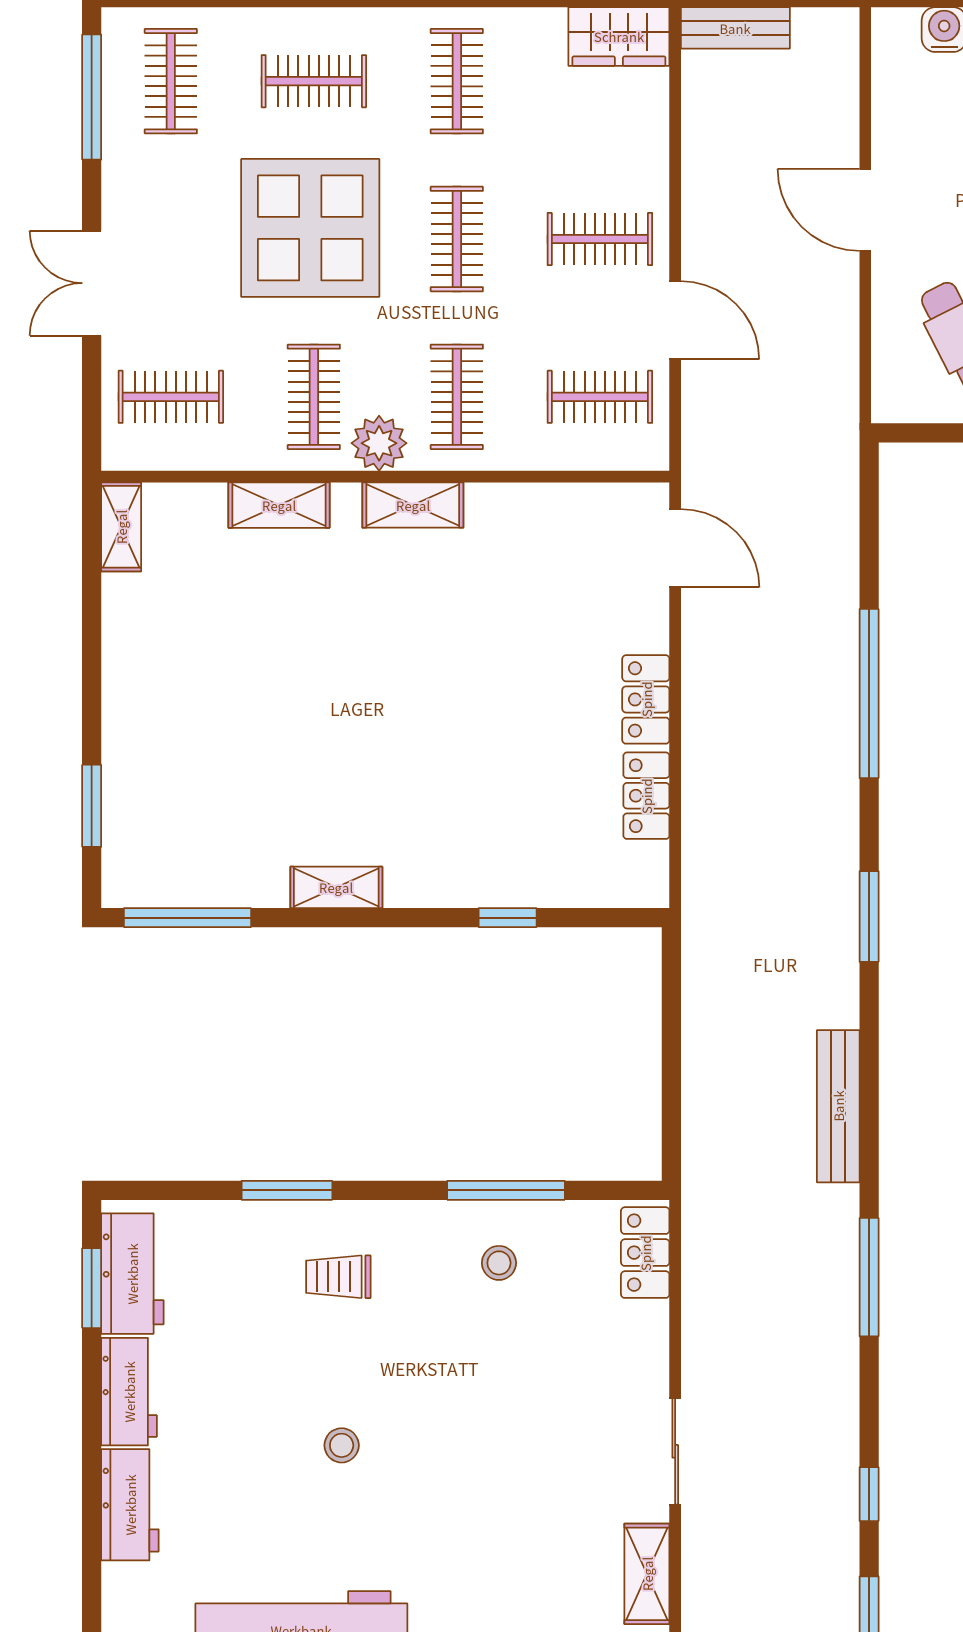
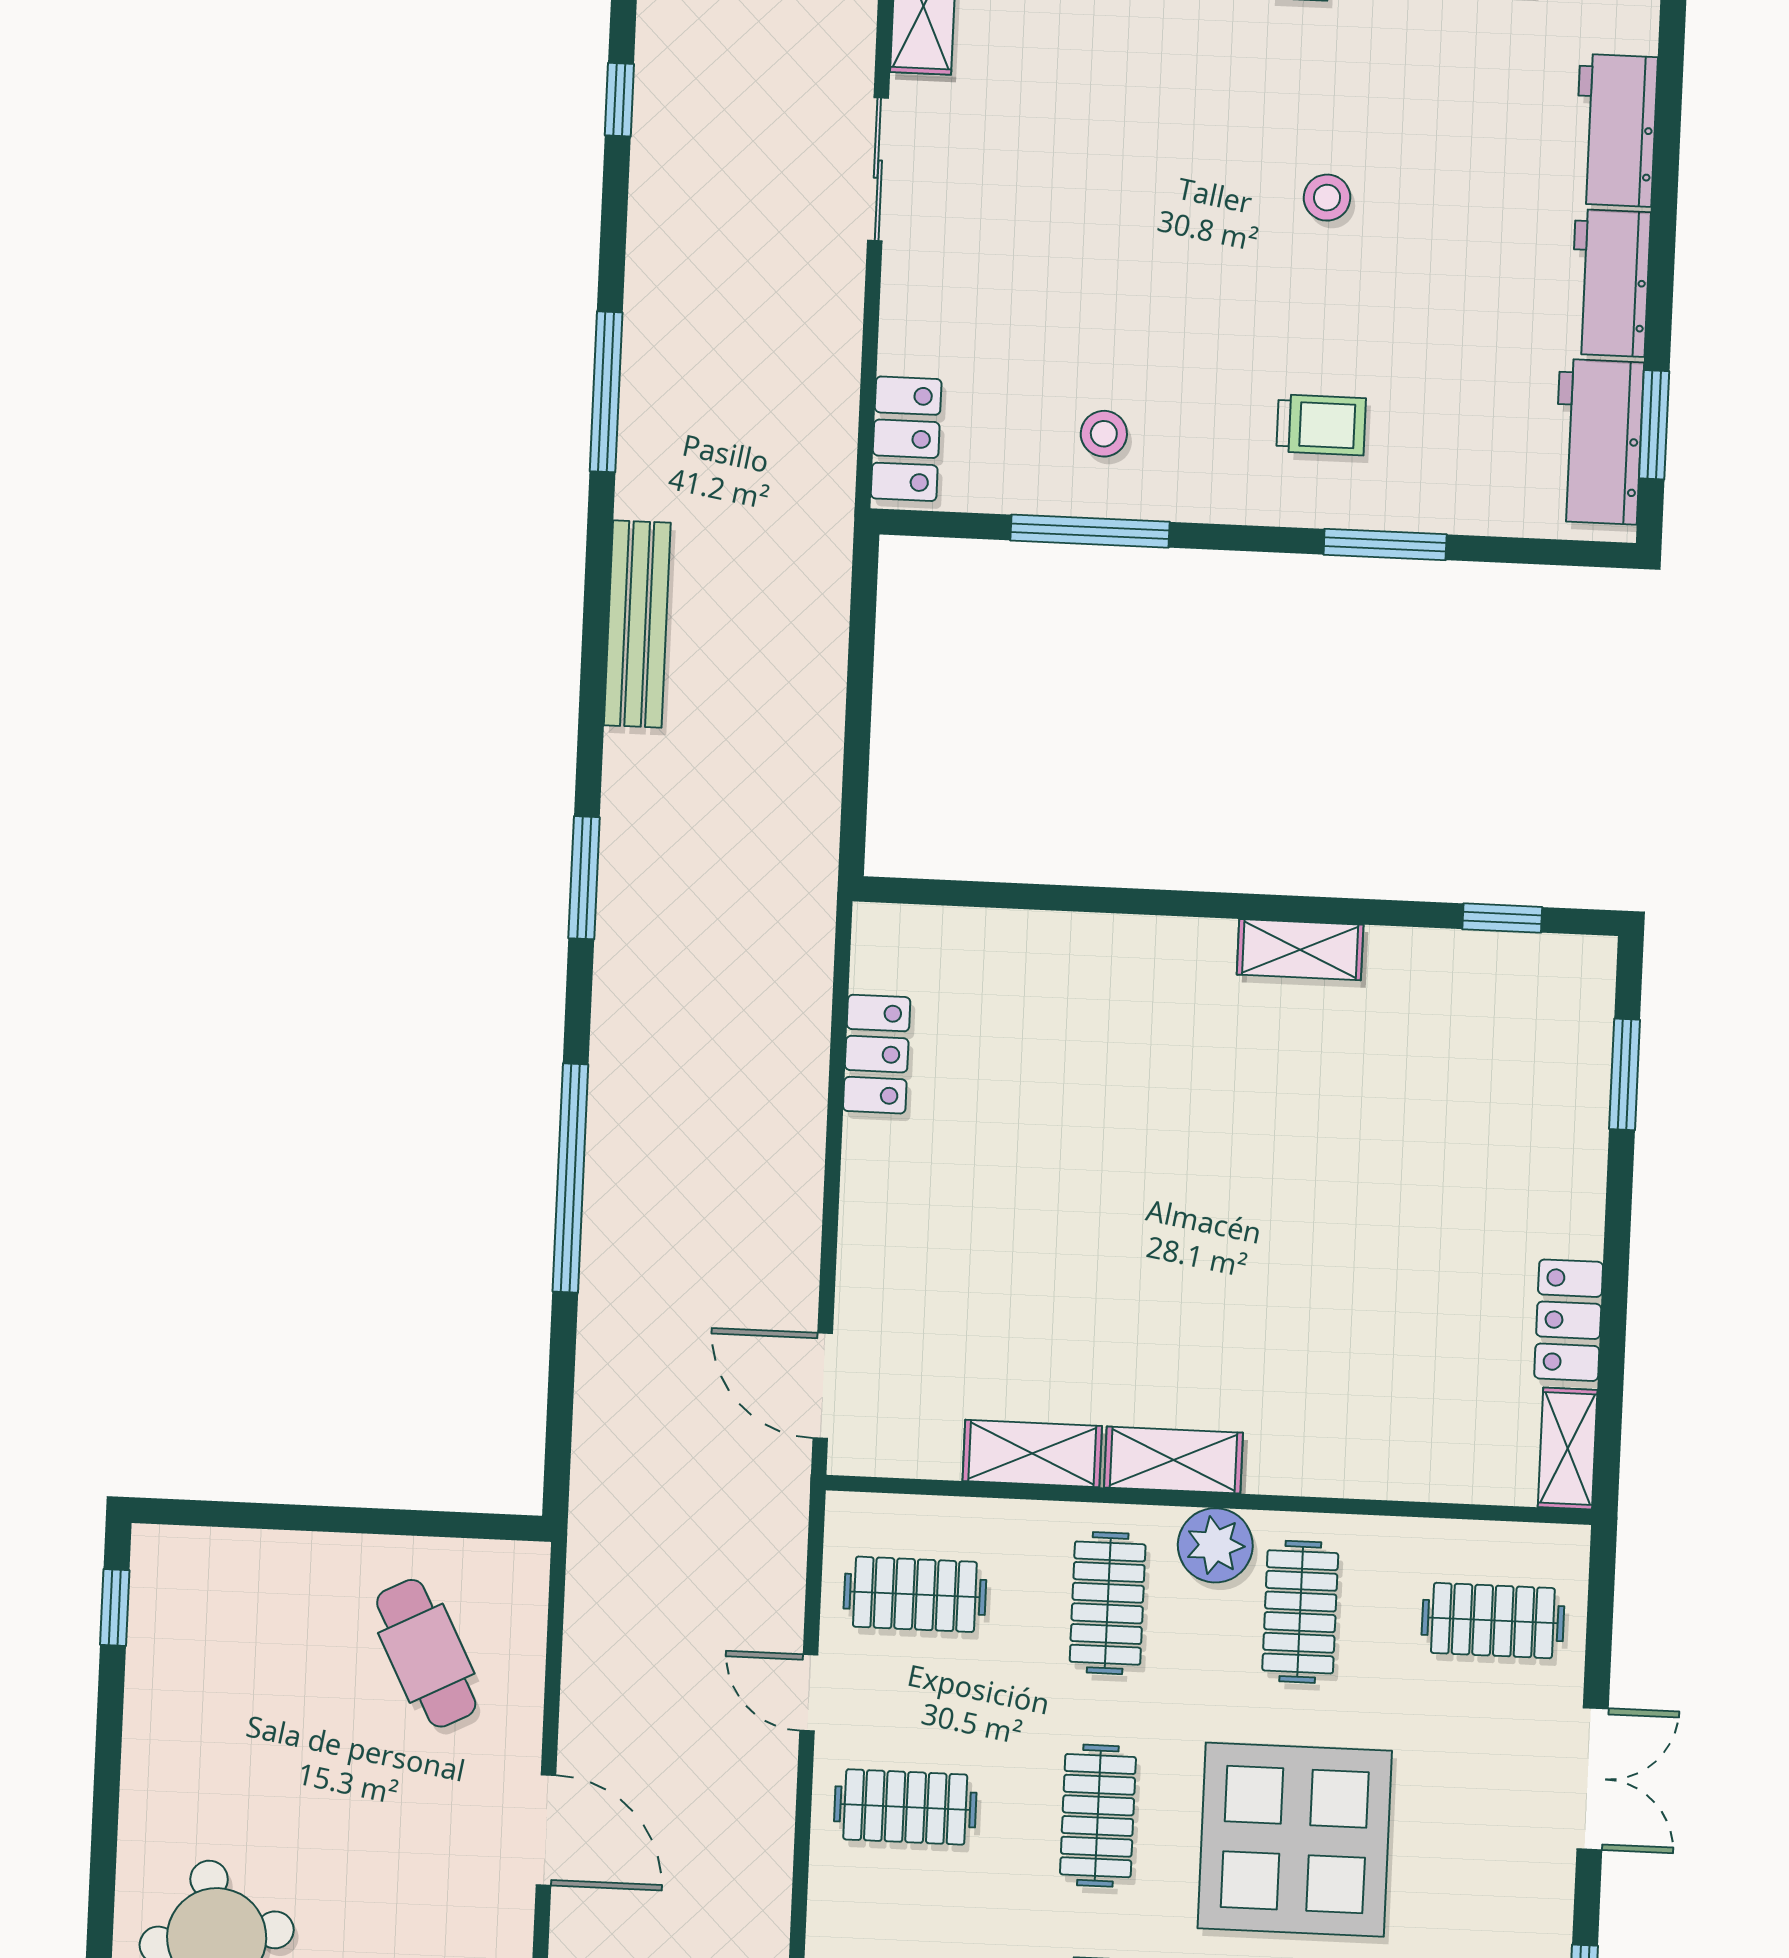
door: (675, 320) -> (809, 1693), width x0.73
shelving: (279, 505) -> (1032, 1454), moved
locker: (646, 699) -> (1569, 1320), moved, turned 180
window: (187, 918) -> (1502, 918), width x0.46
window: (508, 918) -> (1071, 898), removed

